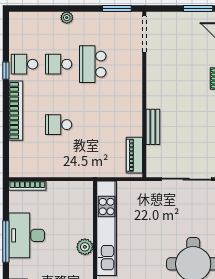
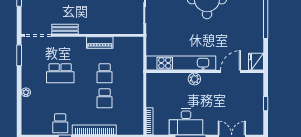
school desk: (59, 64) -> (105, 73), moved
bench: (153, 127) -> (65, 29), moved
piano: (134, 155) -> (100, 43), moved

